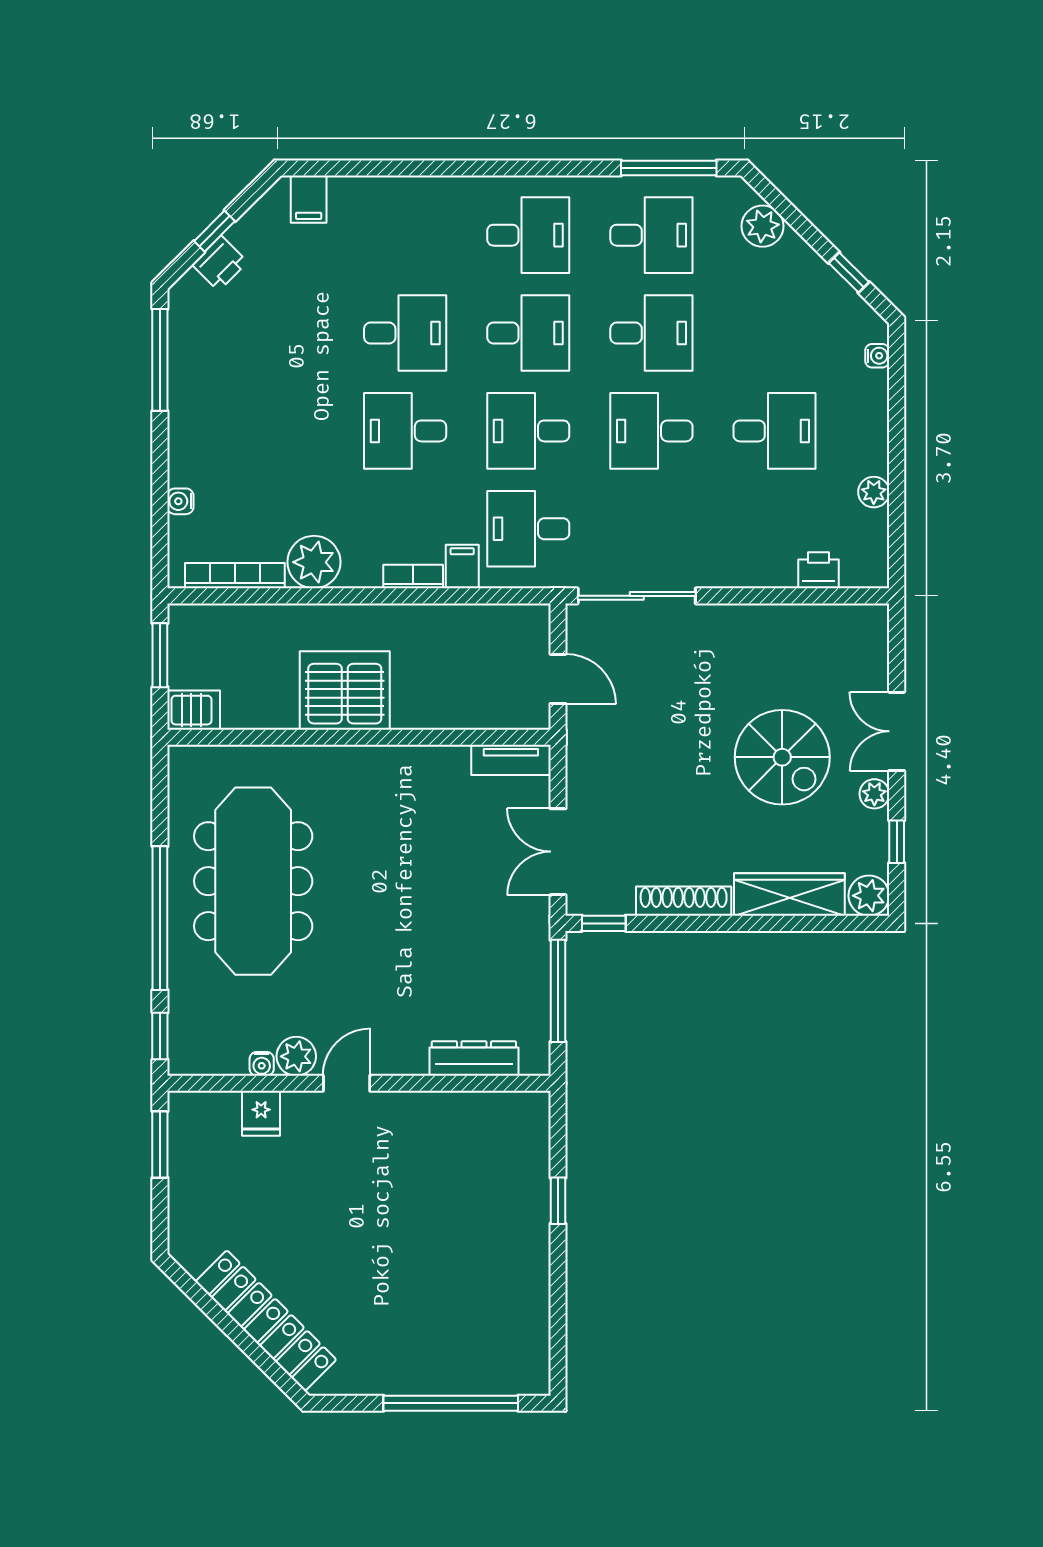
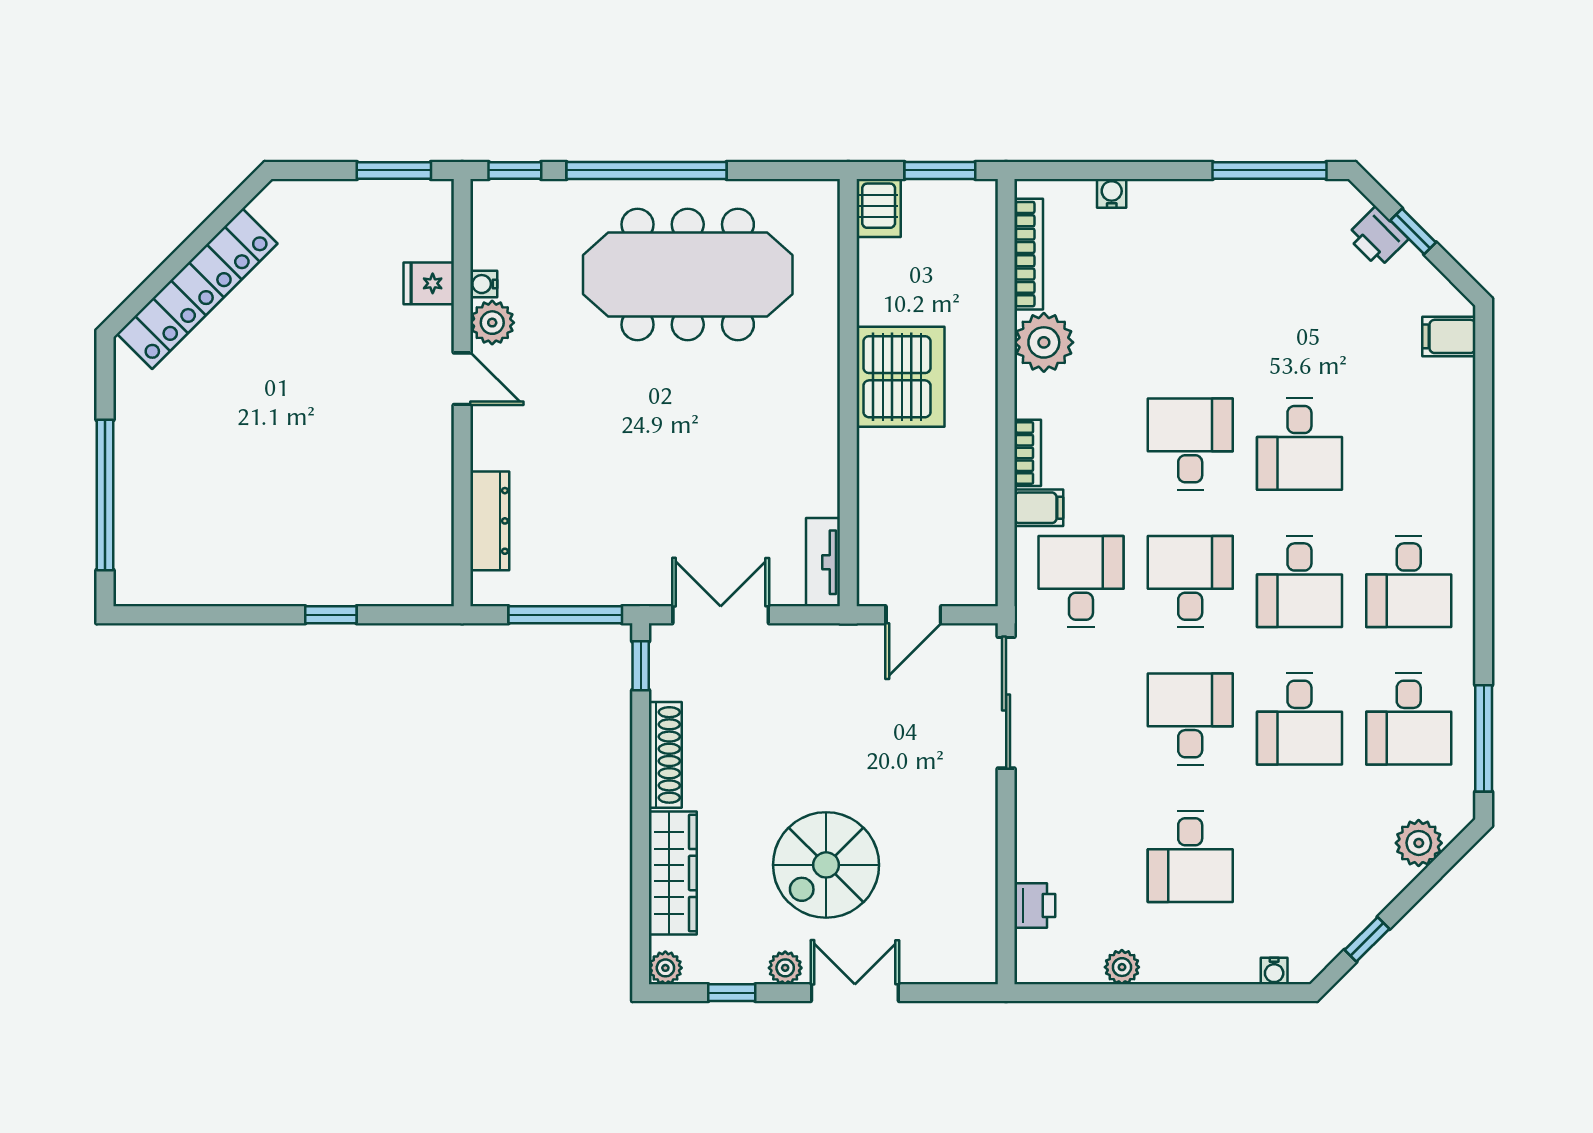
plant: (869, 896) -> (665, 968), width x0.73, depth x0.73

